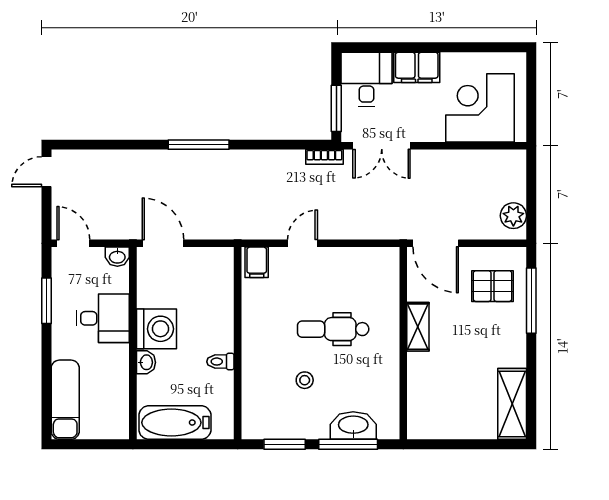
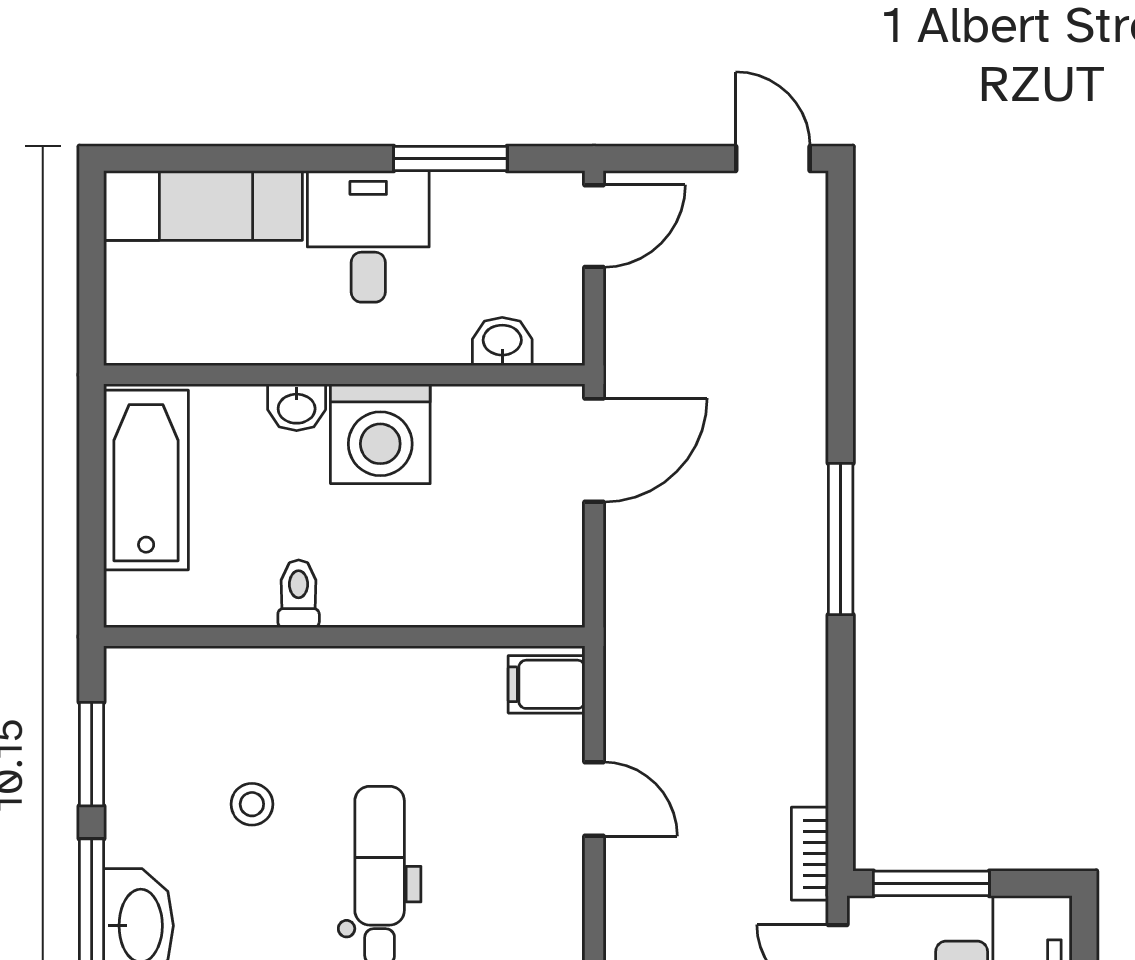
washbasin: (117, 257) -> (502, 342), moved, turned 90
desk: (103, 318) -> (368, 236), moved, turned 180

